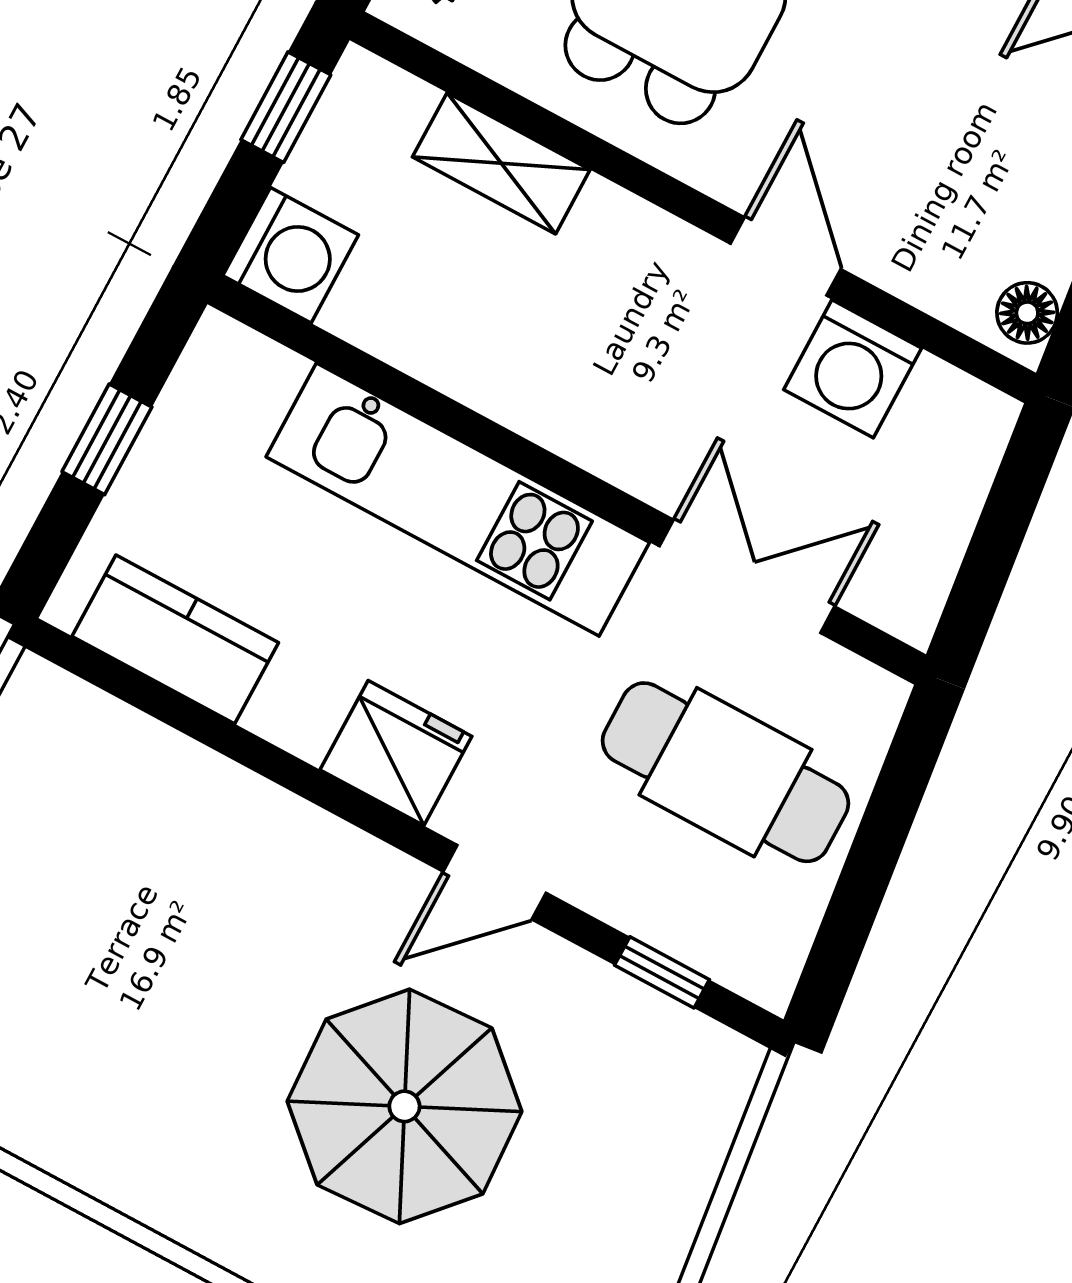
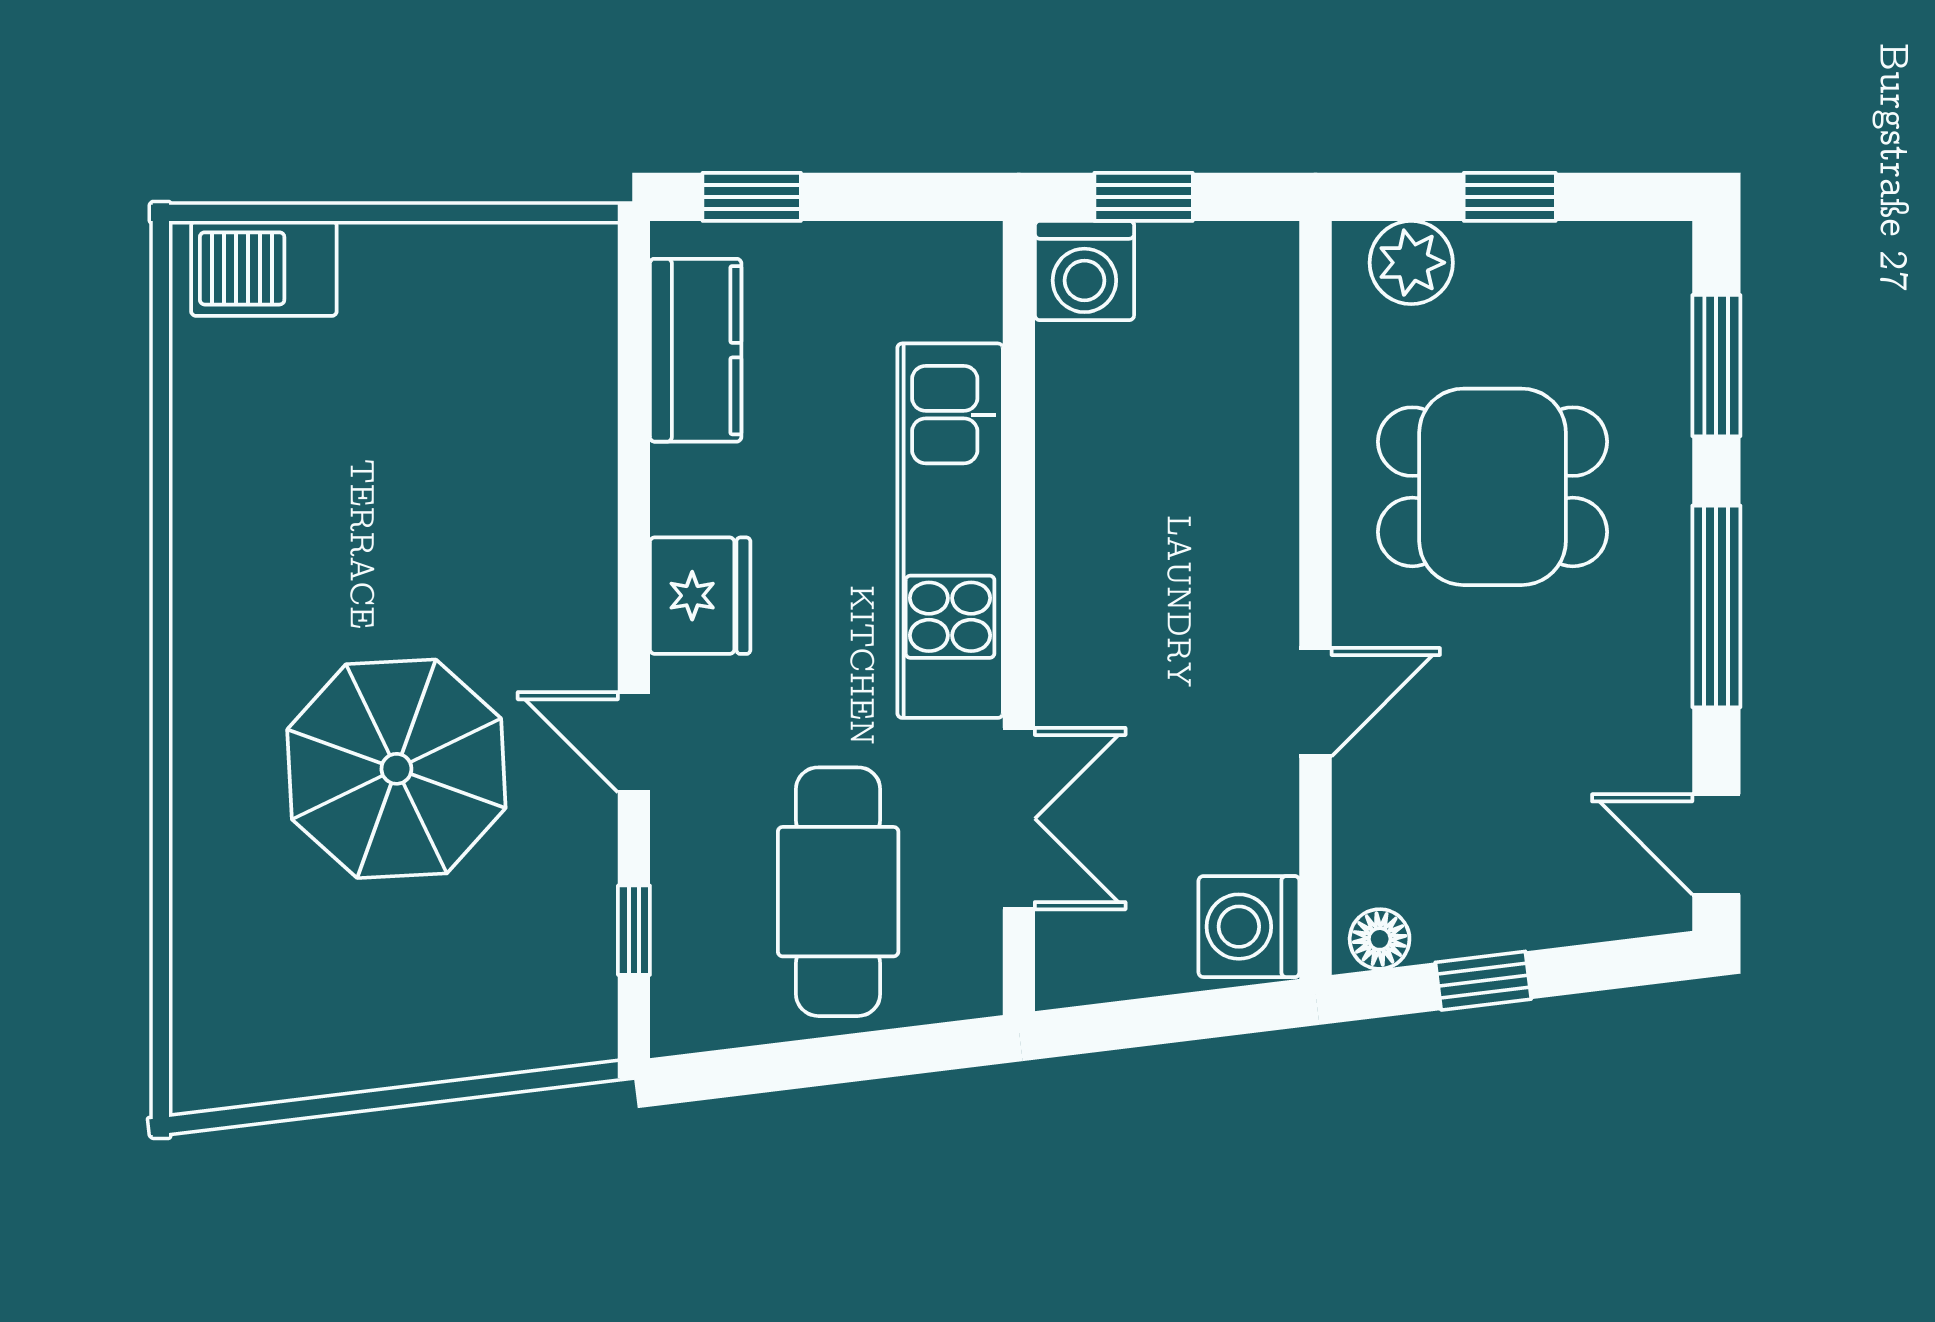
window: (286, 107) -> (1144, 197), moved
shelving: (501, 163) -> (1263, 411), removed
washing machine: (853, 369) -> (1249, 927), moved
window: (107, 439) -> (752, 197), moved

